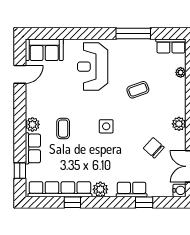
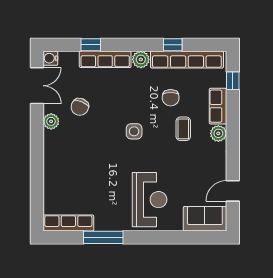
row of seats: (171, 46) -> (68, 223), width x1.48
plant: (181, 72) -> (49, 193), removed
coffee table: (138, 90) -> (98, 173), removed
plant: (179, 124) -> (51, 121), moved
chair: (154, 148) -> (80, 107), turned 71
chair: (74, 156) -> (171, 98), added
row of seats: (132, 189) -> (105, 59), width x1.48

